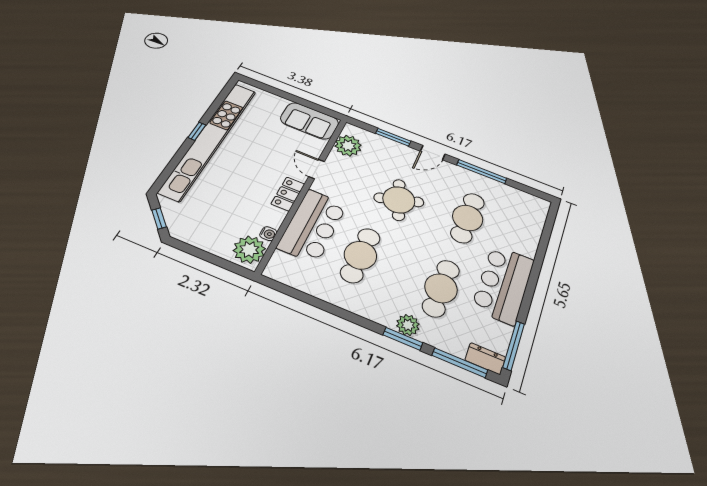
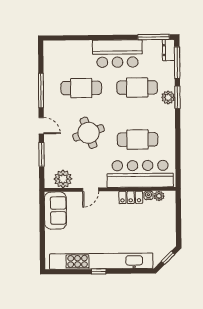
locker: (288, 194) -> (131, 197), moved
bar counter: (313, 226) -> (140, 174), width x1.36
plant: (249, 250) -> (159, 196), width x0.53, depth x0.53

